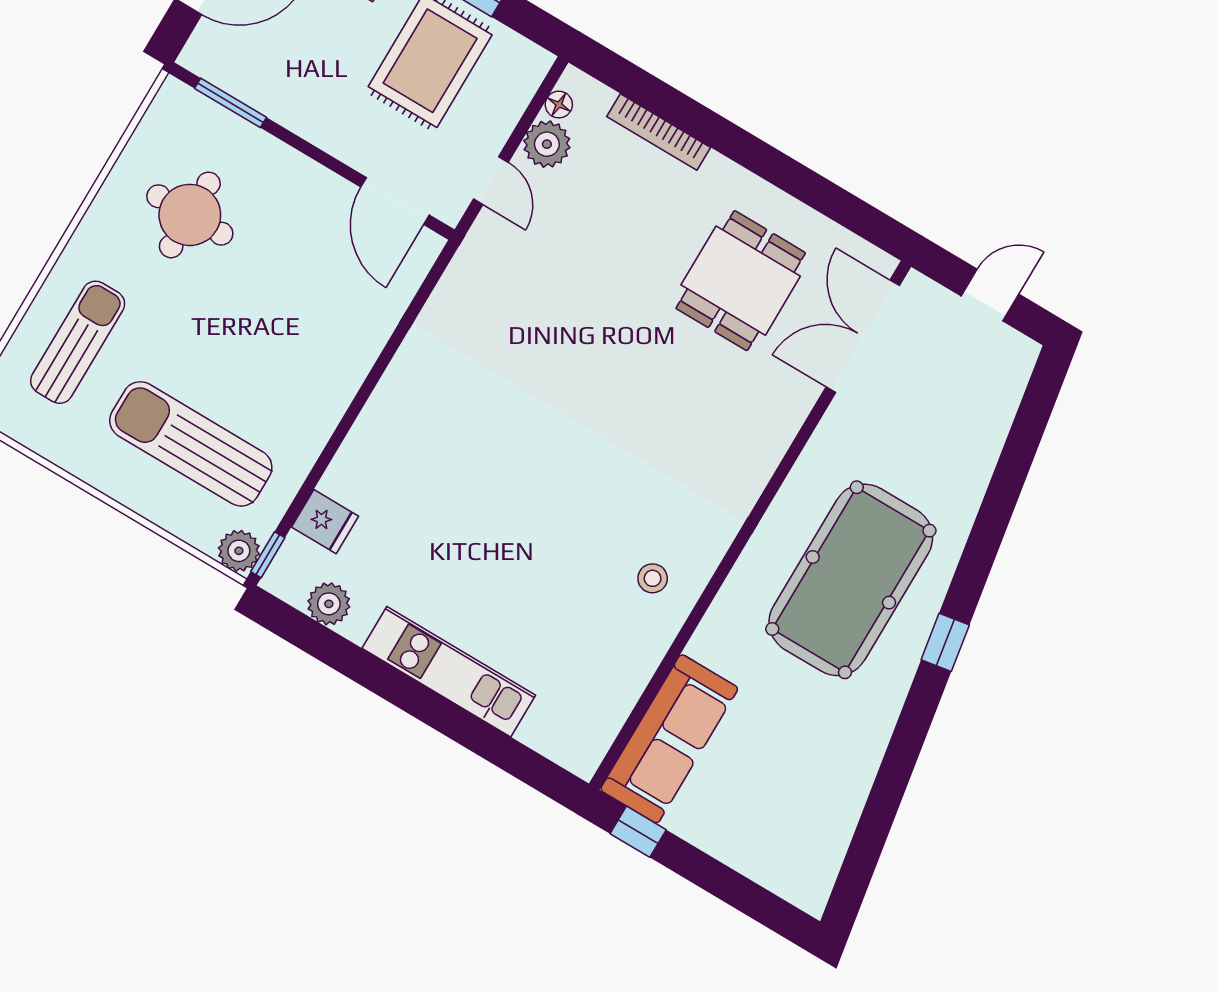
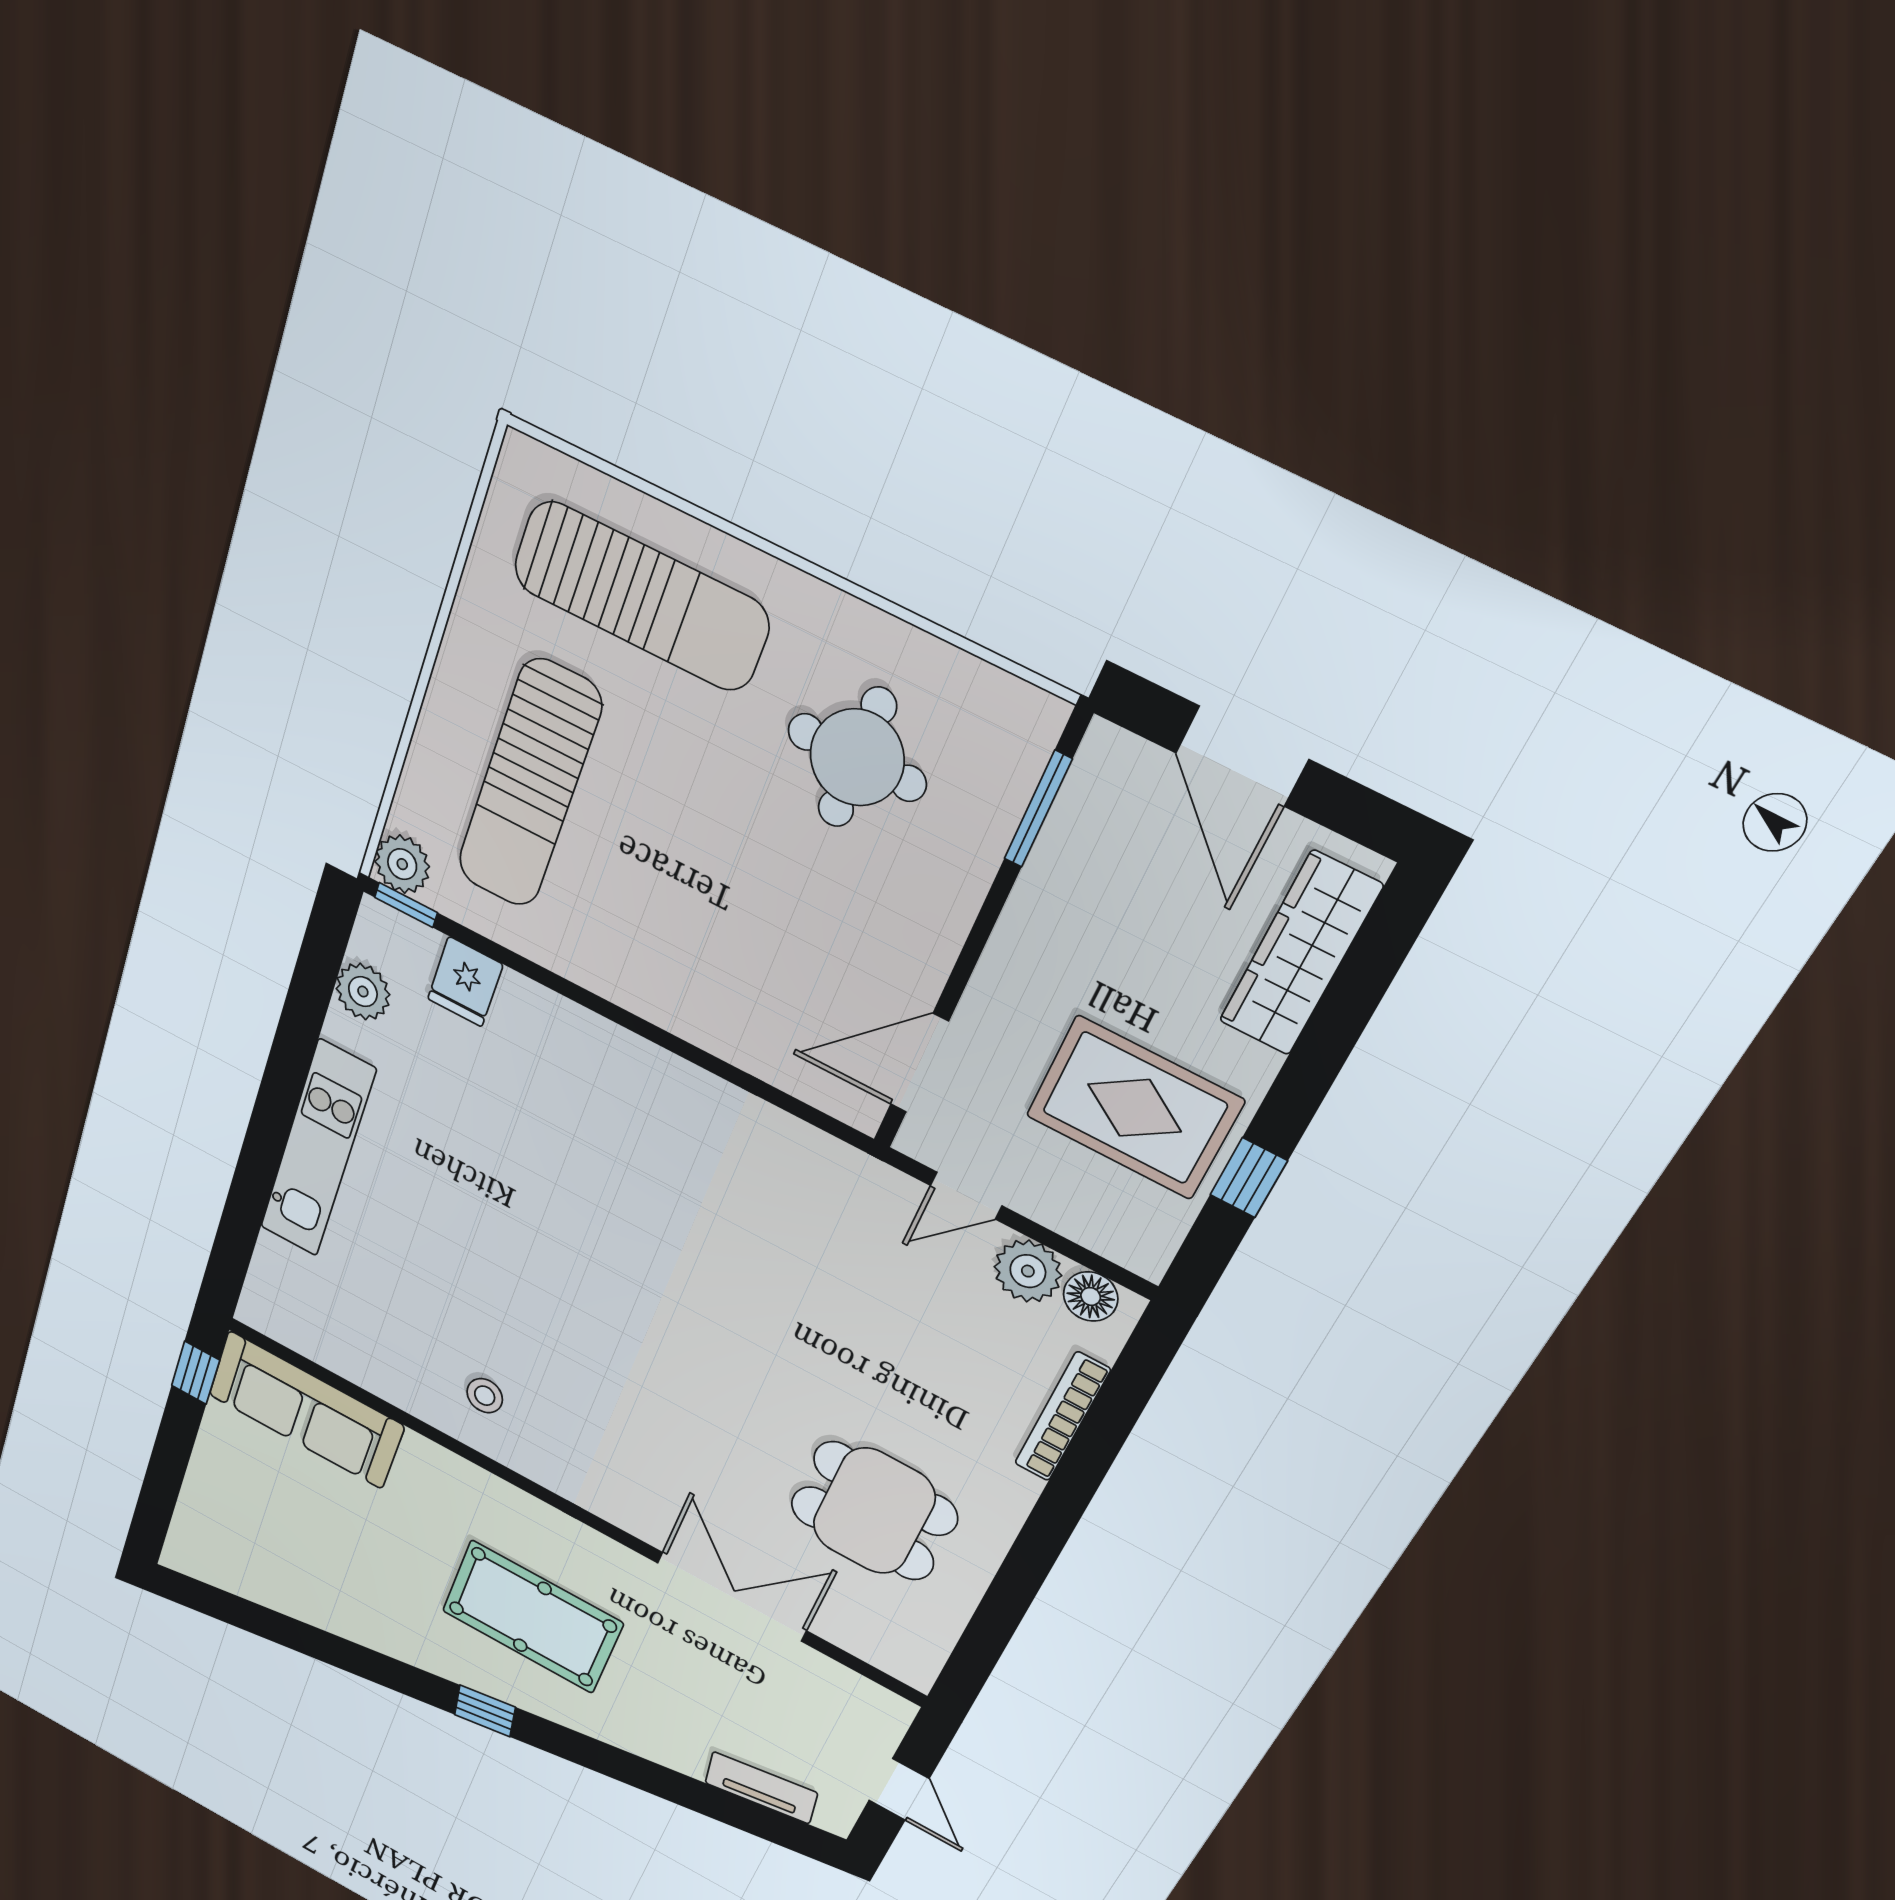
floor lamp: (559, 105) -> (1091, 1296), width x1.37, depth x1.37
double door: (863, 336) -> (732, 1597), moved
sun lounger: (78, 342) -> (641, 596), width x1.36, depth x1.34
tv unit: (999, 410) -> (761, 1788), added
sun lounger: (191, 444) -> (529, 784), turned 180
pool table: (851, 580) -> (532, 1617), width x0.73, depth x0.76

